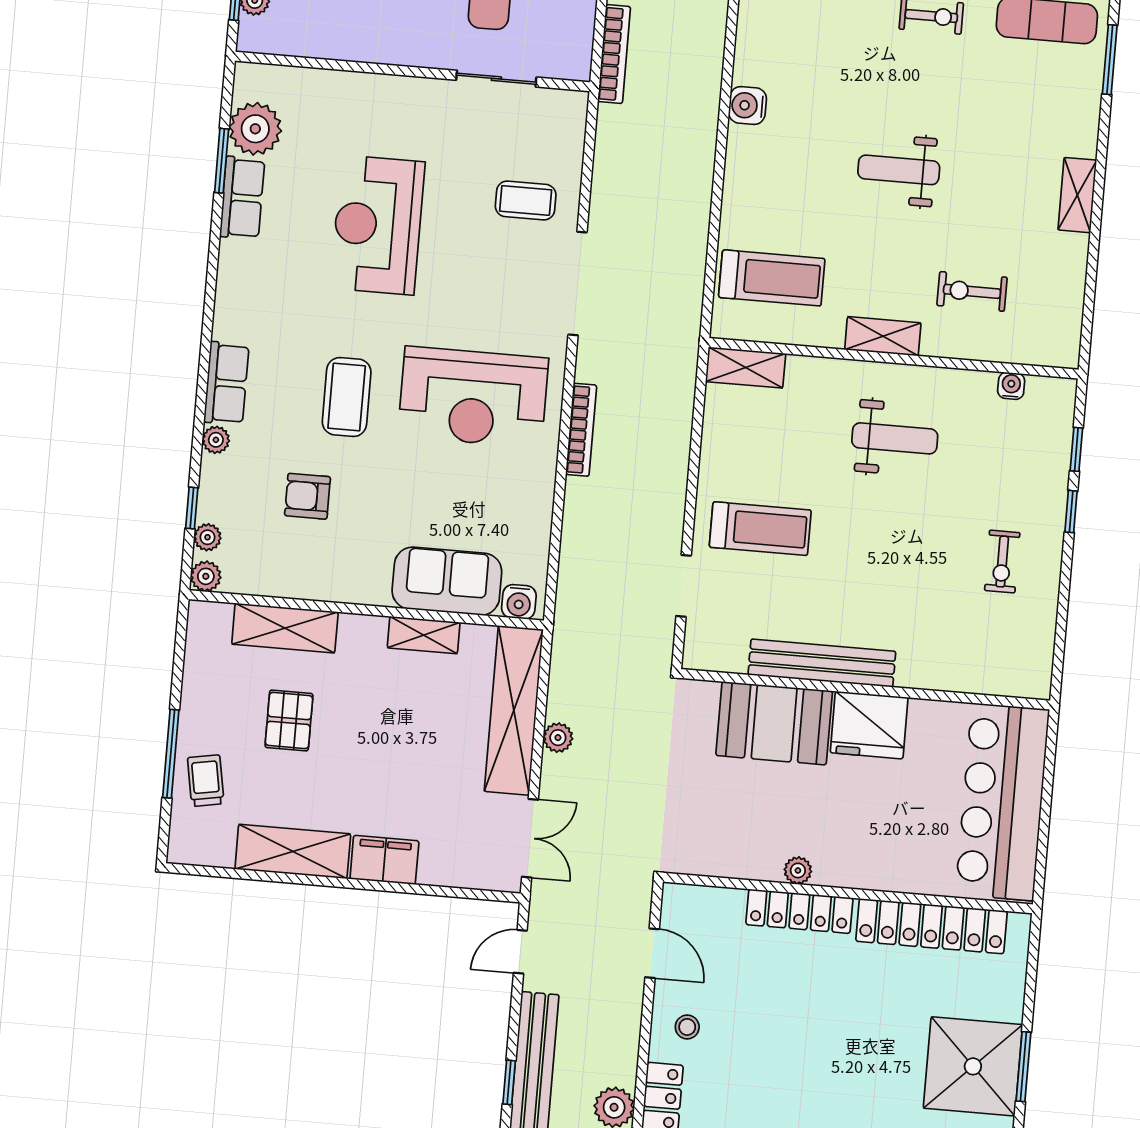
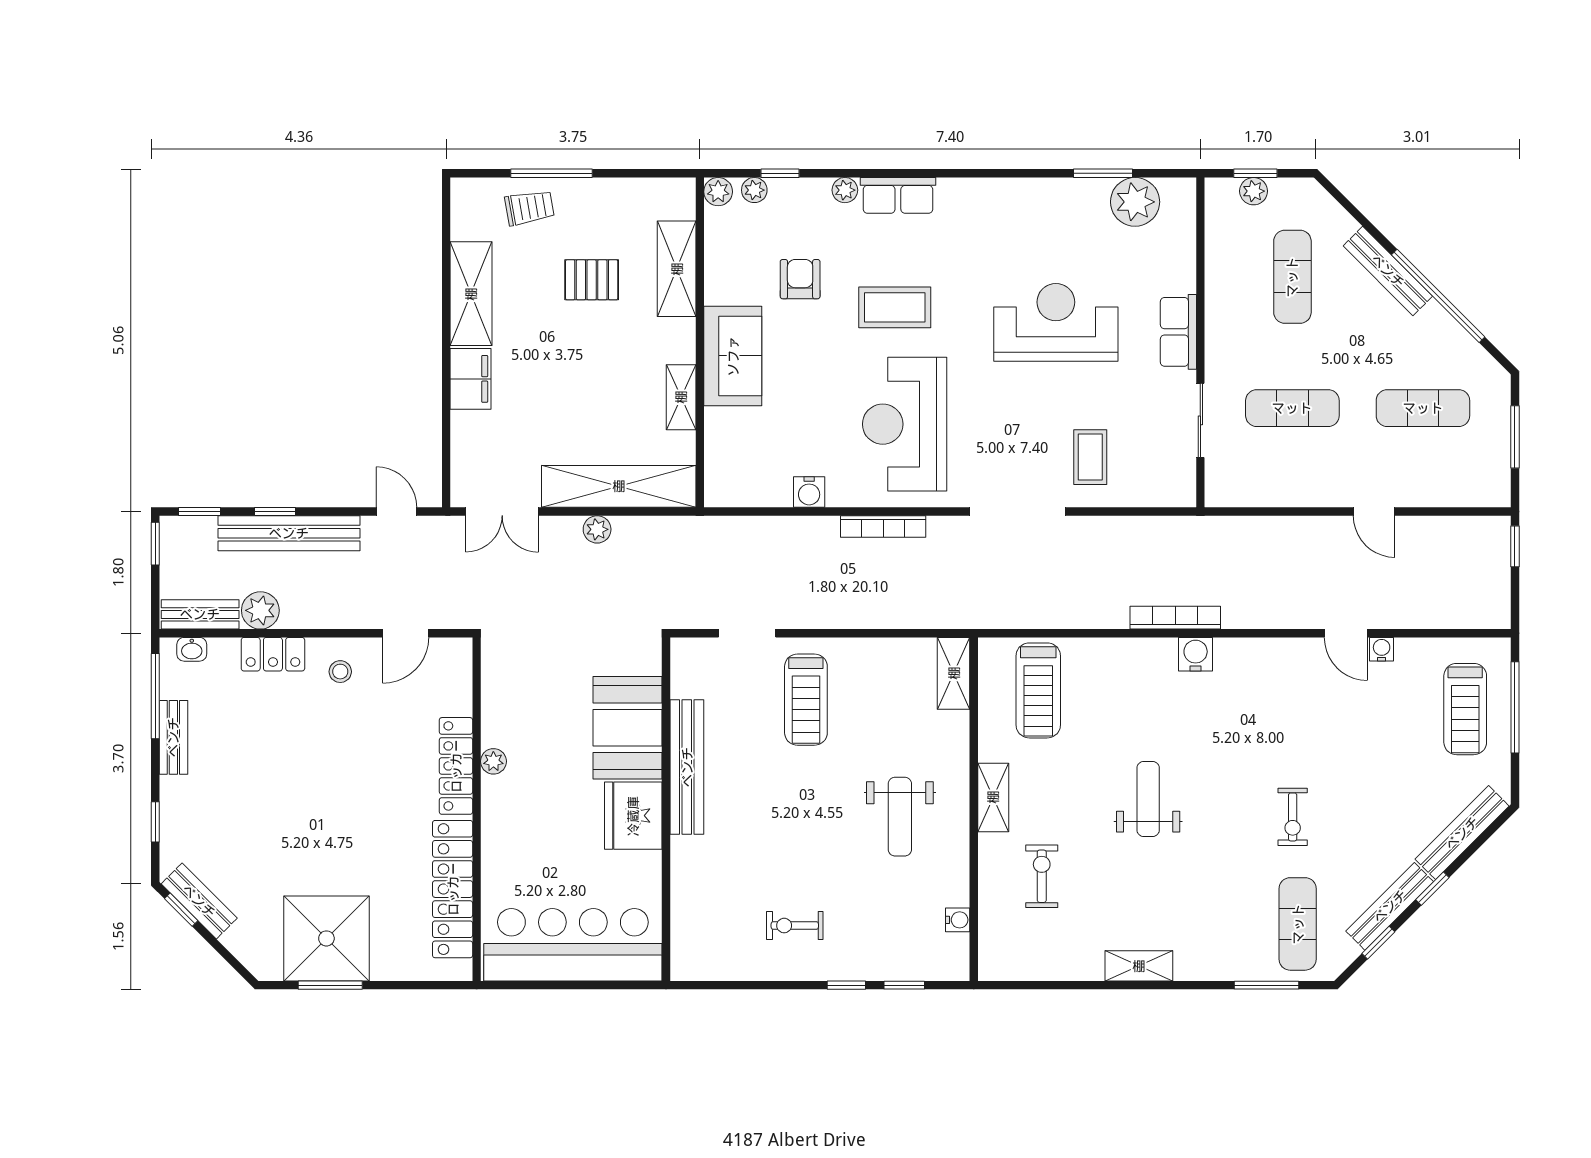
bookcase: (614, 54) -> (1175, 618), moved, turned 180
row of seats: (242, 198) -> (1178, 332), moved, turned 90
sofa: (447, 581) -> (733, 356), moved
water cooler: (519, 602) -> (809, 492), moved, turned -90

